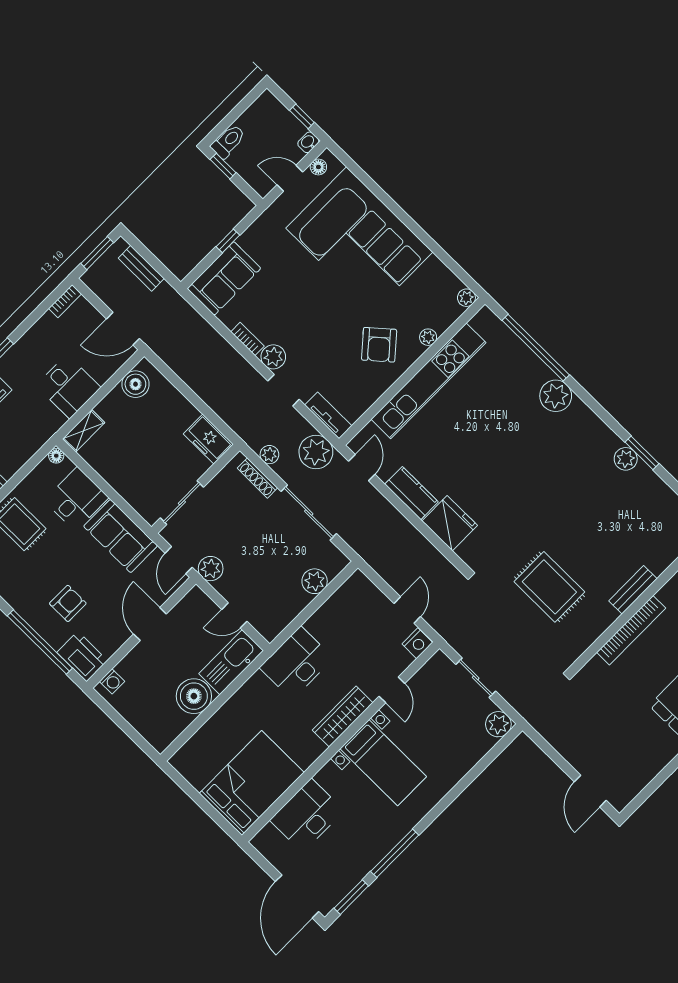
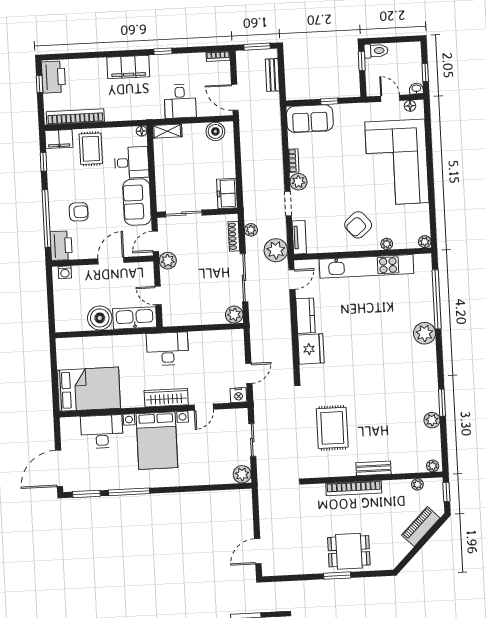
plant: (626, 459) -> (432, 420), moved
plant: (315, 581) -> (234, 315), moved
bed with nightstands: (383, 763) -> (157, 441), width x1.36

